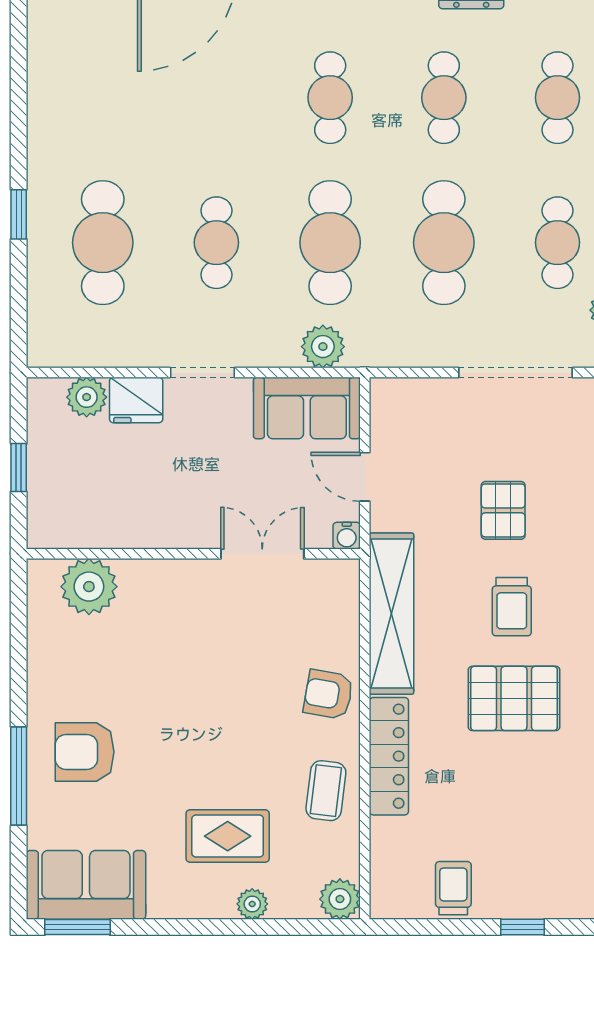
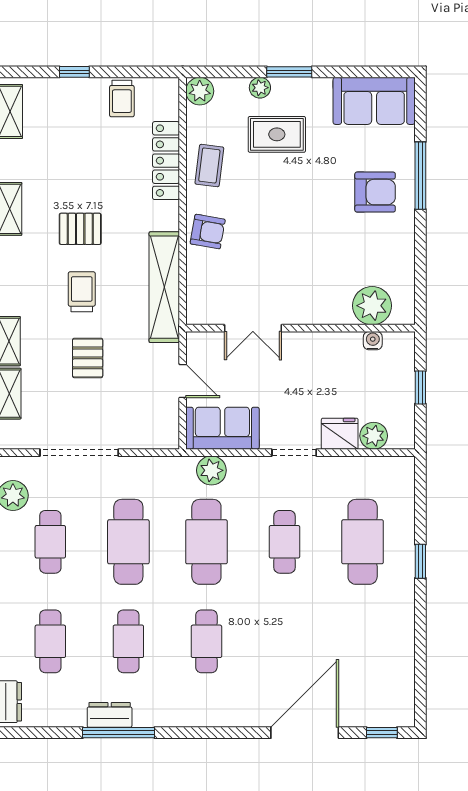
water cooler: (347, 536) -> (373, 341), moved
pallet: (514, 698) -> (80, 229), width x0.67, depth x0.71
locker: (389, 756) -> (166, 161), moved
window: (77, 927) -> (289, 72), moved

